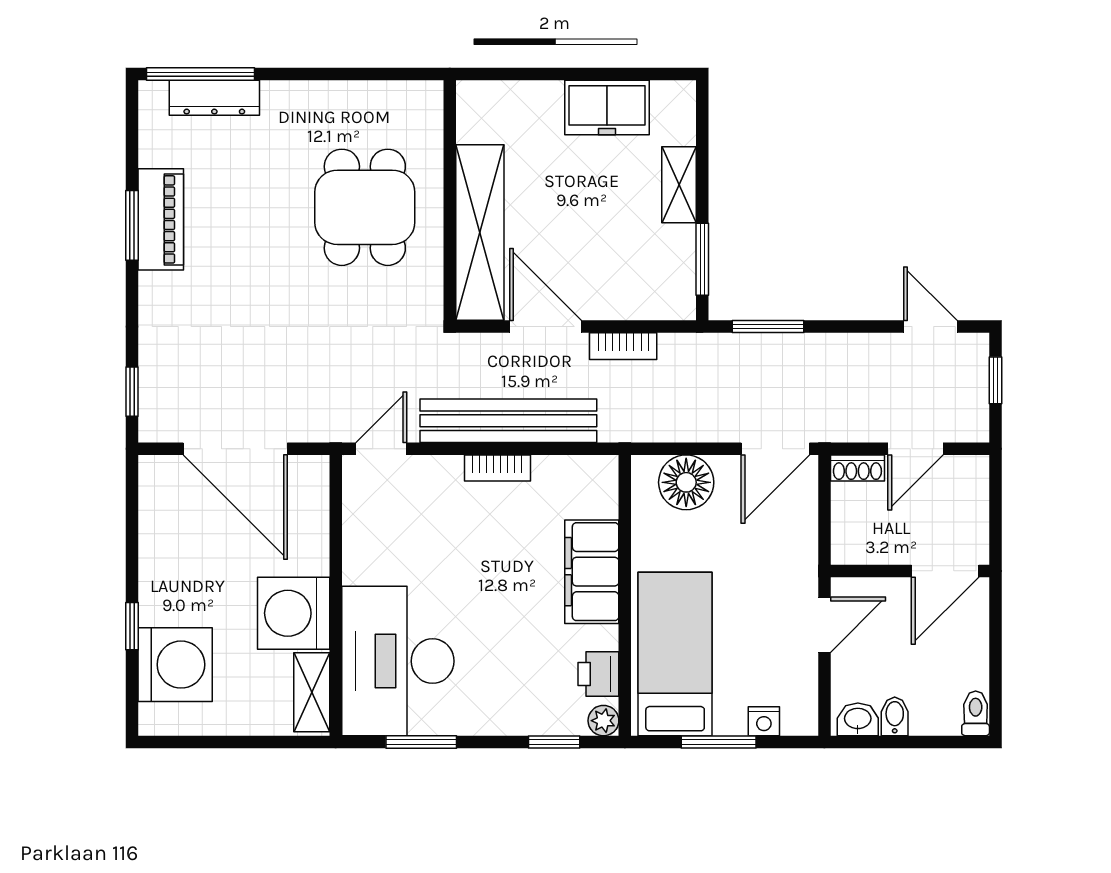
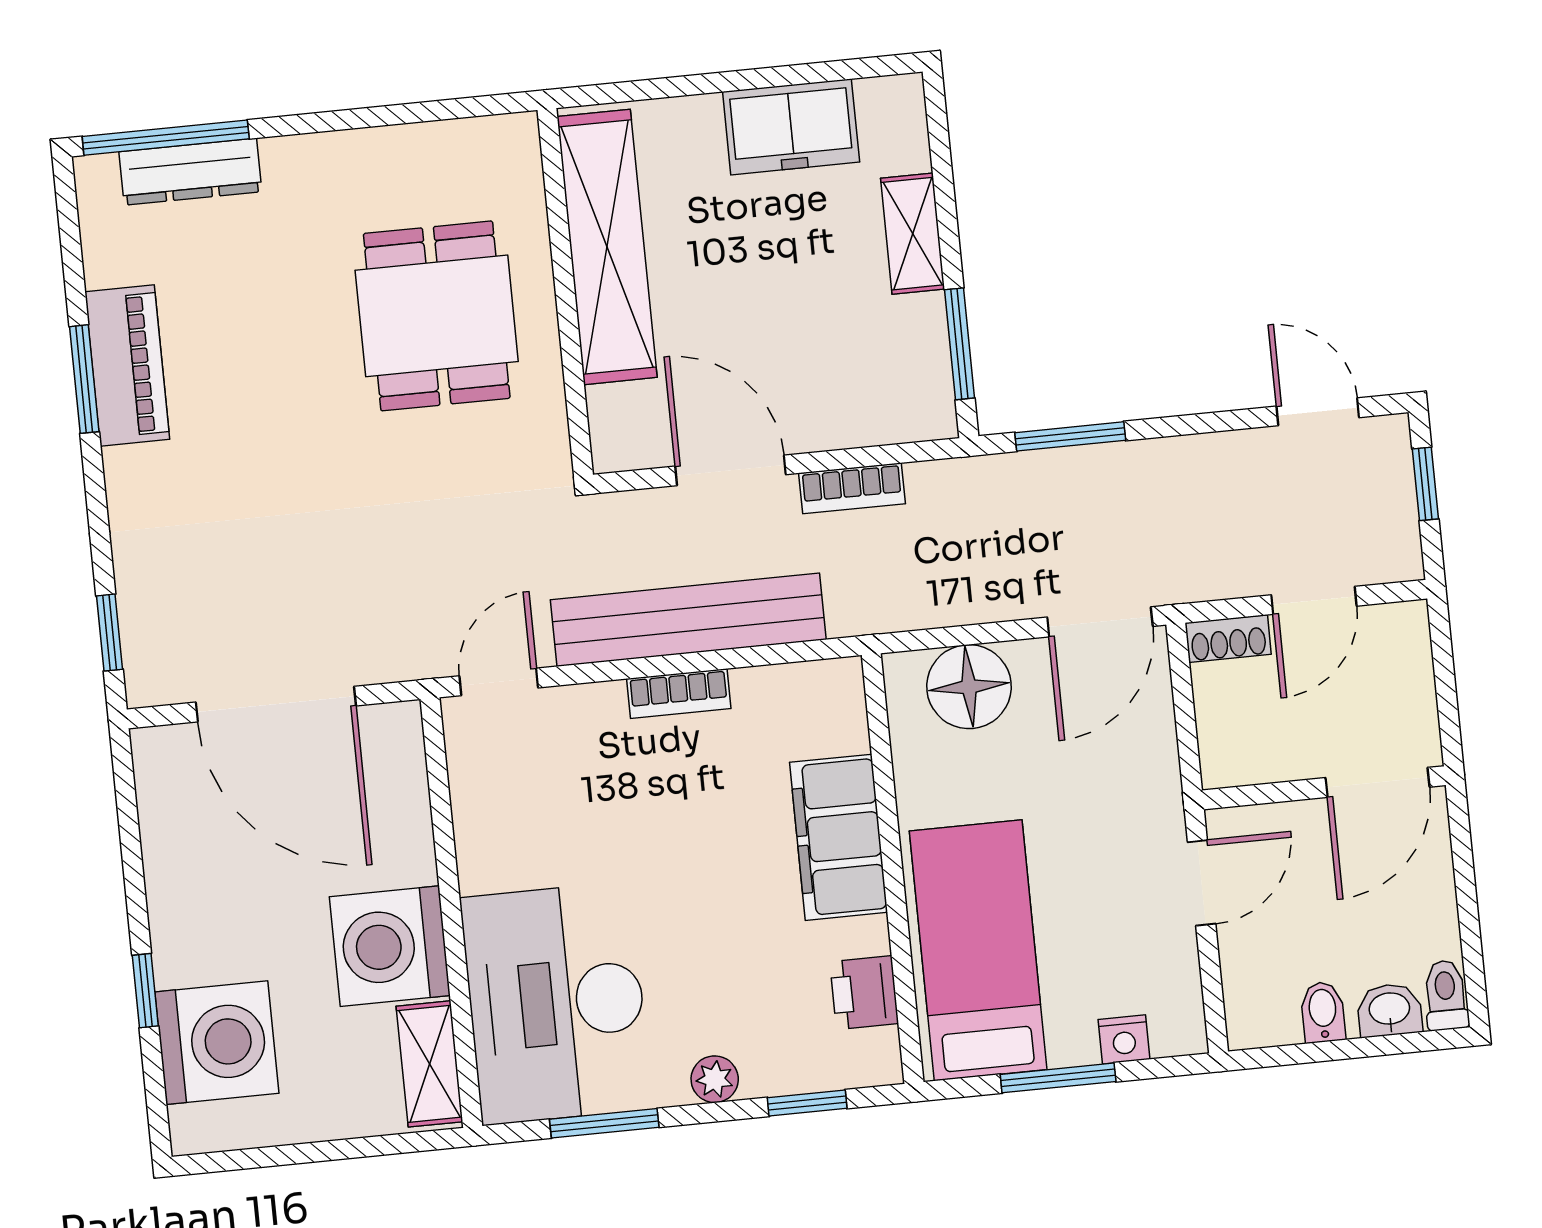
shelving: (480, 233) -> (607, 247), moved
washbasin: (858, 719) -> (1390, 1010), moved
plant: (603, 721) -> (715, 1079), moved

